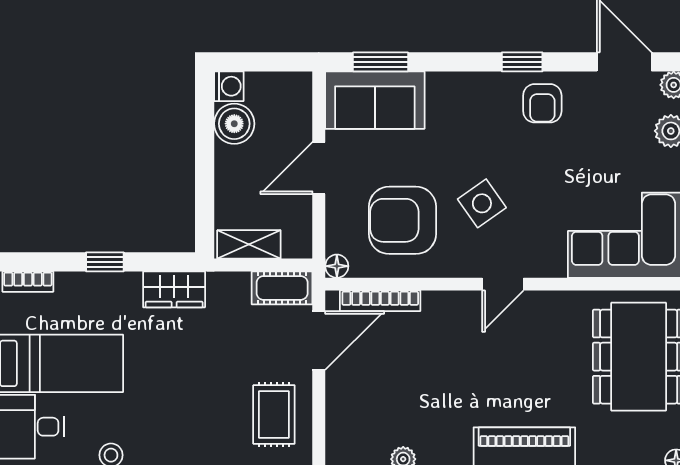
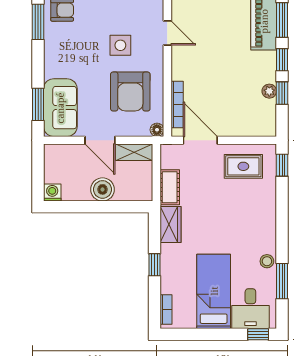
window: (522, 62) -> (38, 22), width x1.50
boiler: (234, 124) -> (103, 189), moved
side table: (482, 203) -> (120, 45), turned 35
shelving: (249, 244) -> (134, 152), moved, turned 90
cot: (282, 288) -> (170, 187), moved

